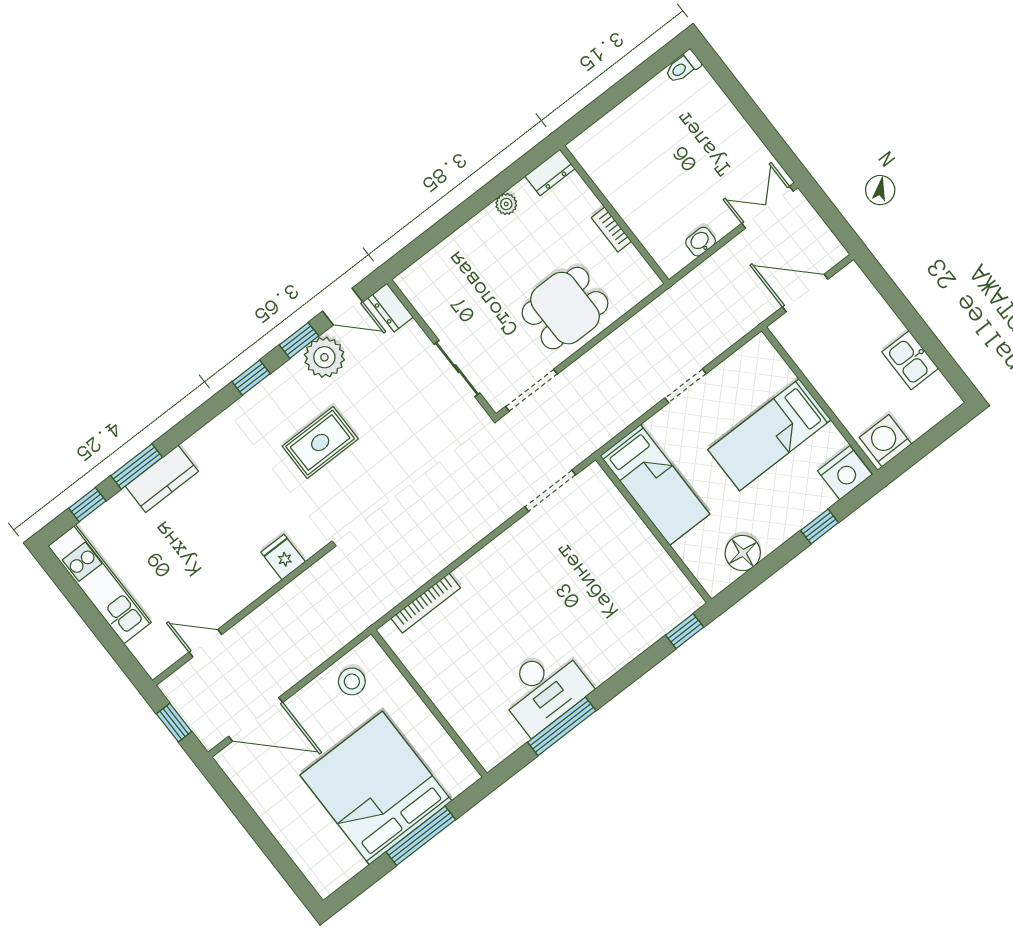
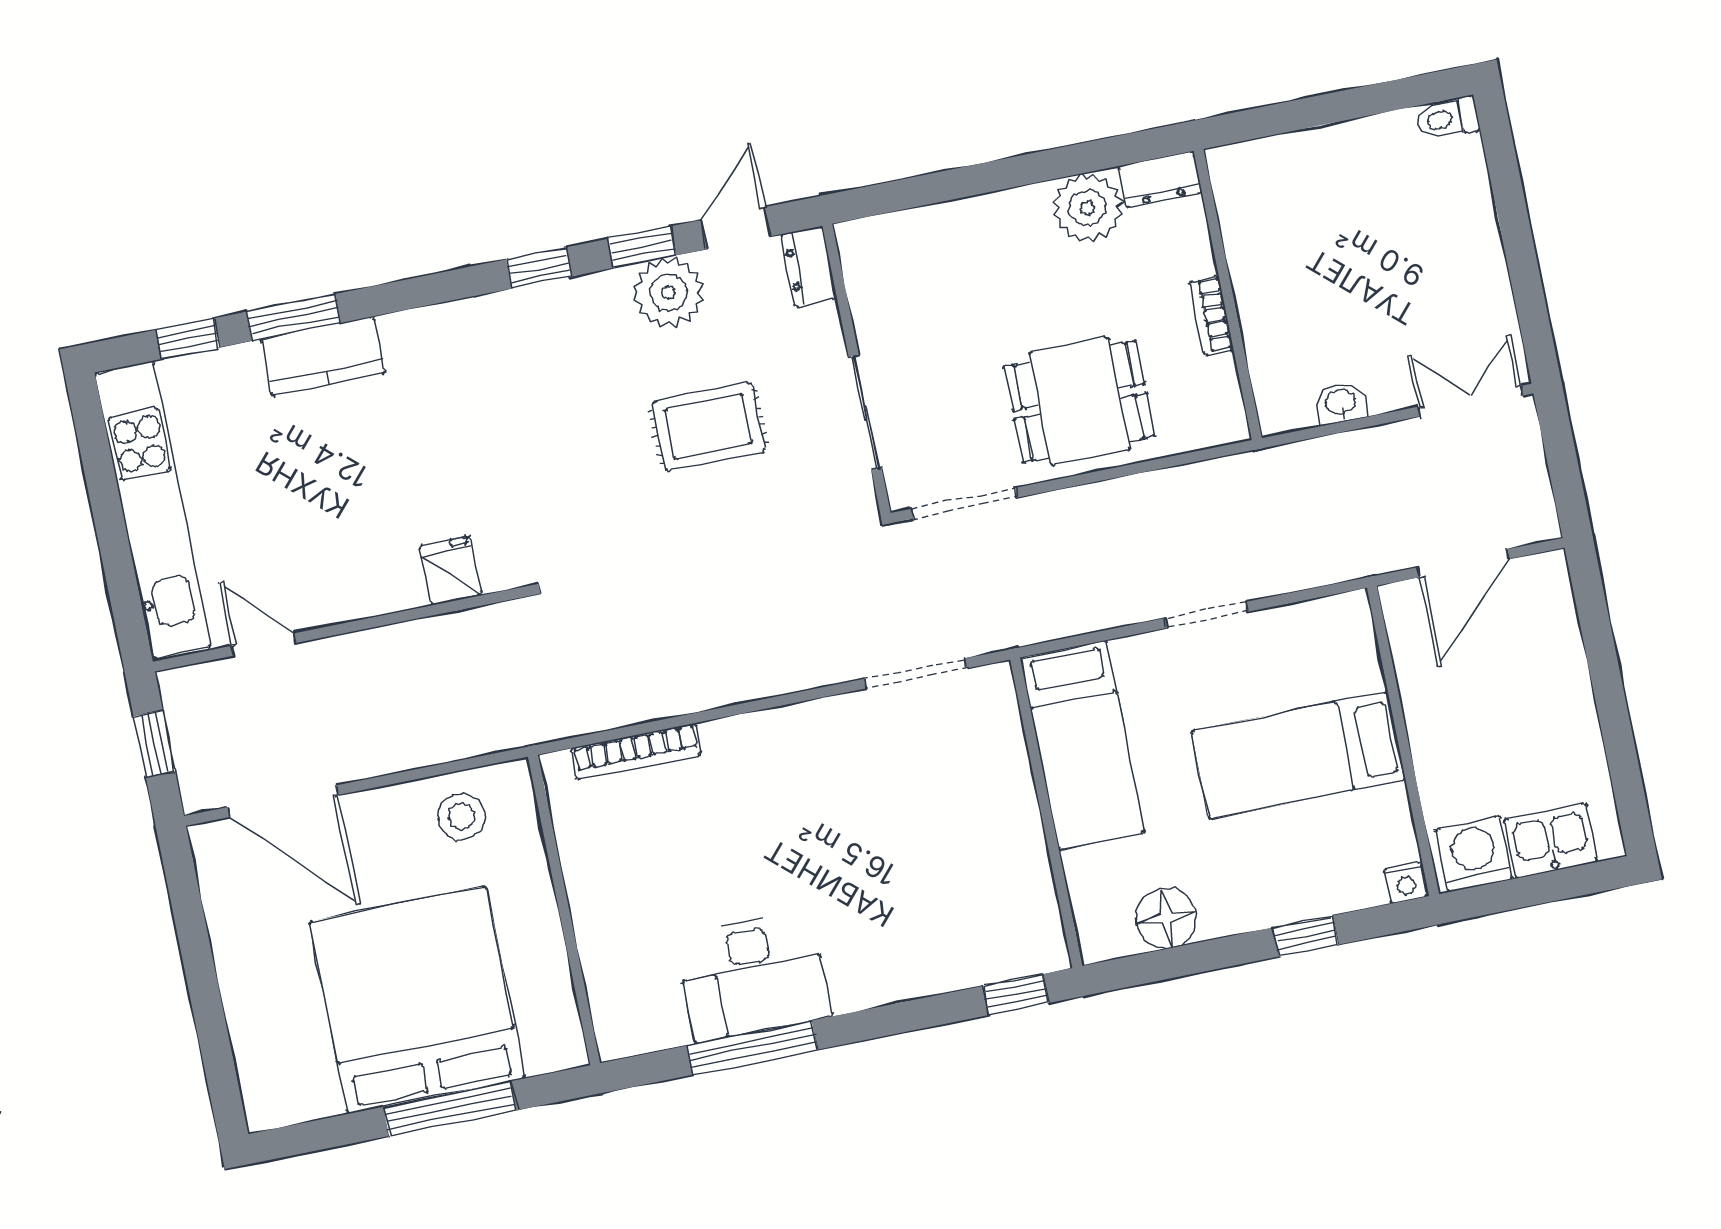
plant: (506, 204) -> (1087, 208), width x1.87, depth x1.87
door: (805, 293) -> (1463, 563), swing flipped
door: (343, 307) -> (736, 228), swing flipped
kitchen sink: (910, 360) -> (1551, 841), moved, turned 90
rug: (320, 443) -> (708, 426), moved
nightstand: (845, 473) -> (1406, 883), width x0.53, depth x0.56
kitchen unit: (100, 584) -> (153, 510), width x1.36

